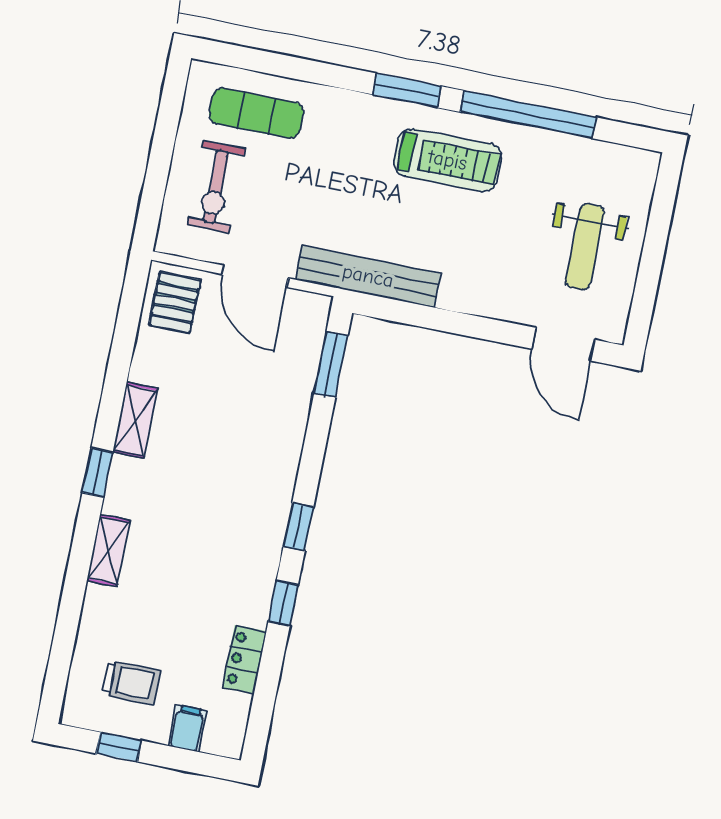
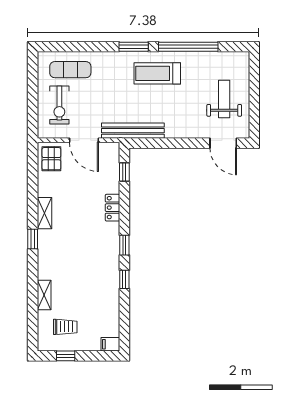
treadmill: (448, 160) -> (157, 73), turned 180
weight bench: (585, 247) -> (224, 99), turned 180
window: (331, 365) -> (124, 172), width x0.67
shelving: (108, 551) -> (44, 295), moved
locker: (245, 659) -> (113, 208), moved
filing cabinet: (187, 728) -> (110, 344), moved, turned -90

